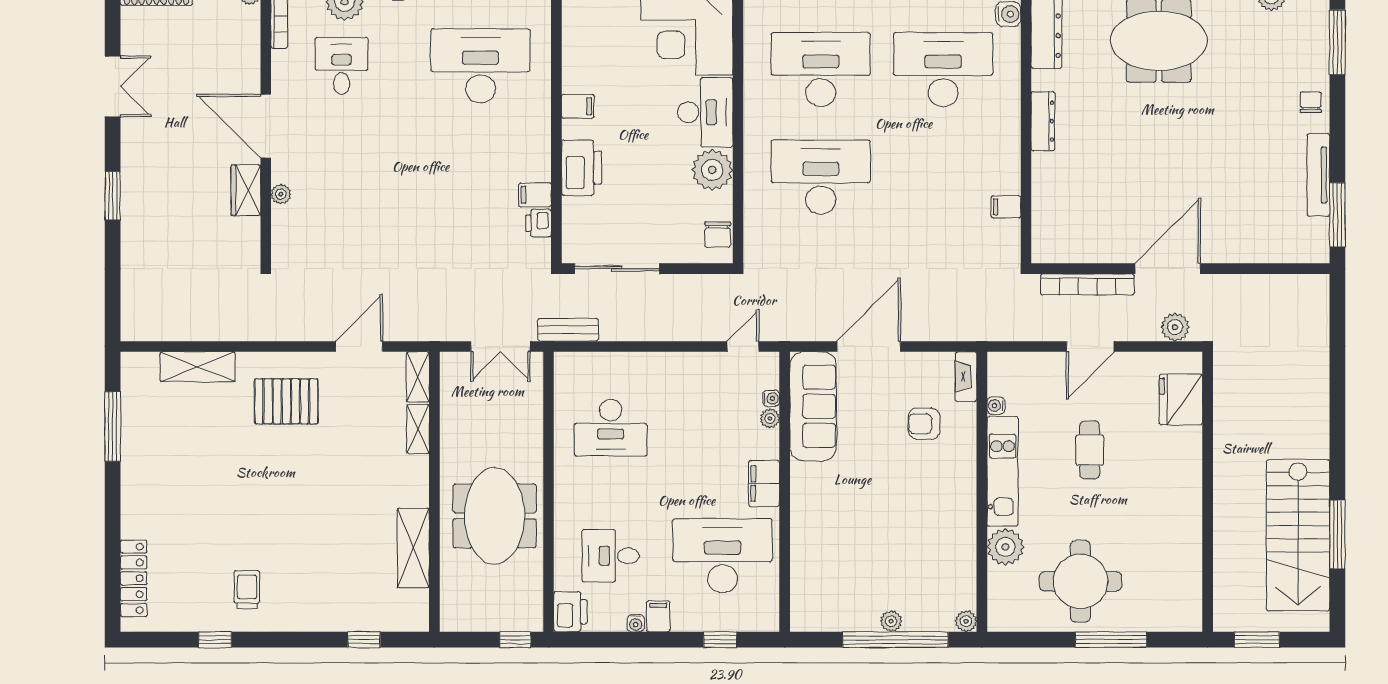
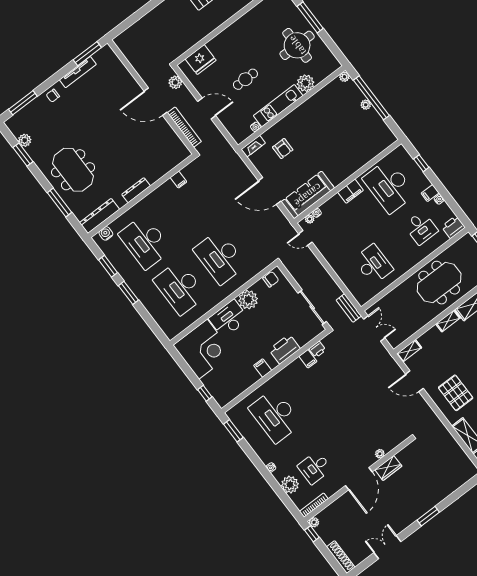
plant: (770, 418) -> (310, 219), moved
shelving: (418, 429) -> (448, 321), moved

